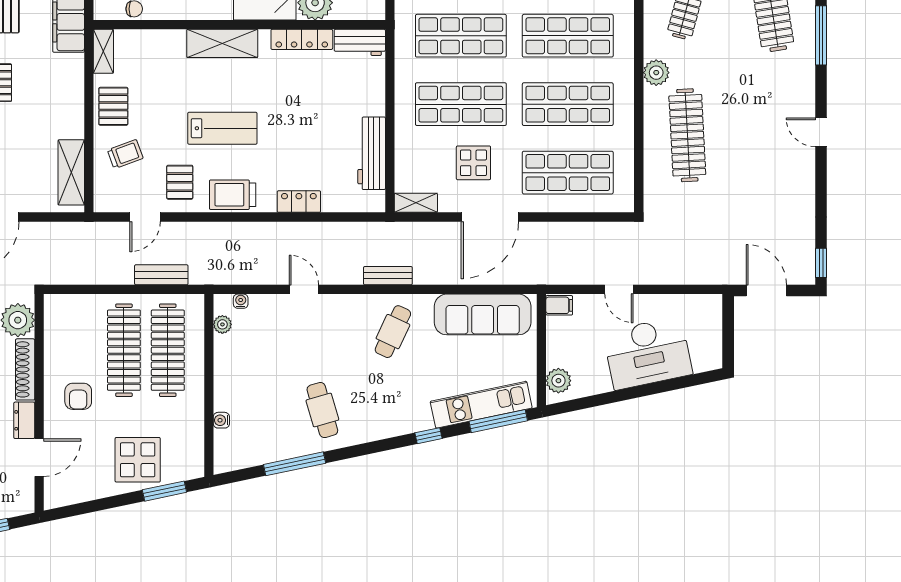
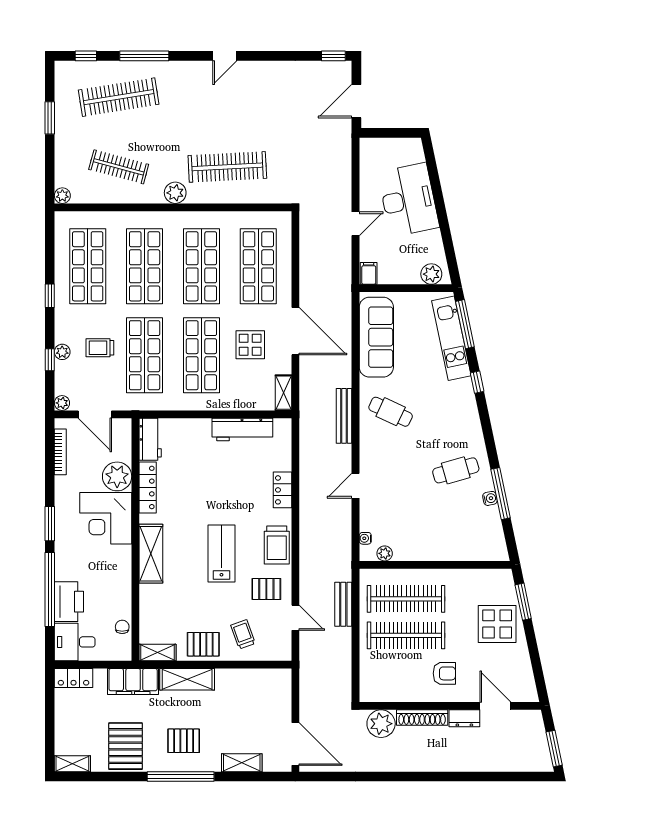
shelving: (71, 172) -> (187, 679), moved
bench: (388, 276) -> (344, 416), width x1.36
water cooler: (221, 420) -> (490, 498), moved, turned -102

